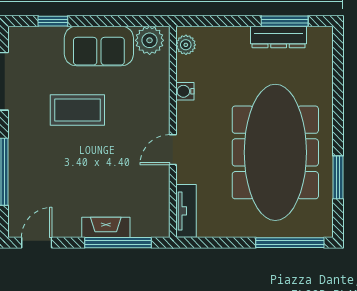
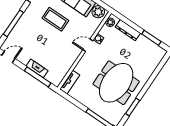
dresser: (279, 37) -> (128, 30), moved
door: (173, 150) -> (88, 45), moved
meeting table: (275, 152) -> (116, 83), width x0.73

